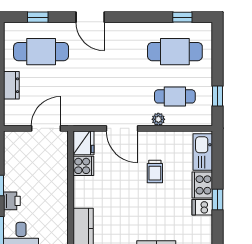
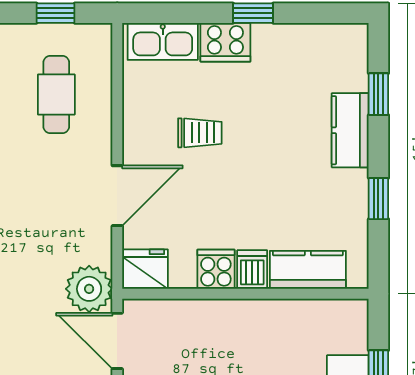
plant: (158, 119) -> (89, 289), moved, width x1.88, depth x1.88
cooker: (83, 166) -> (216, 269), moved
dishwasher: (202, 207) -> (252, 270), moved, turned 180

